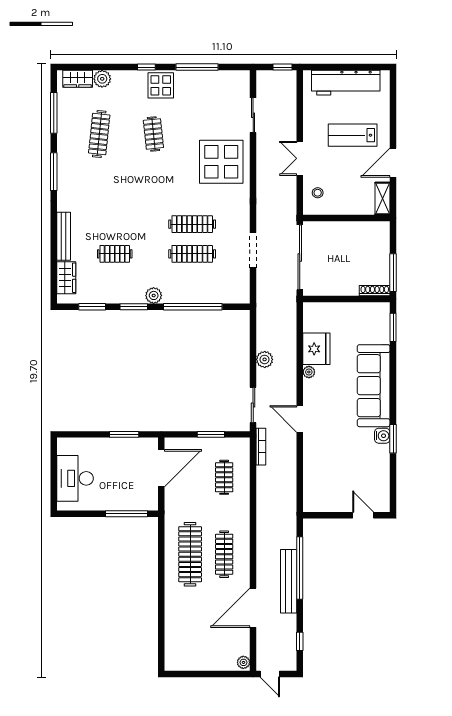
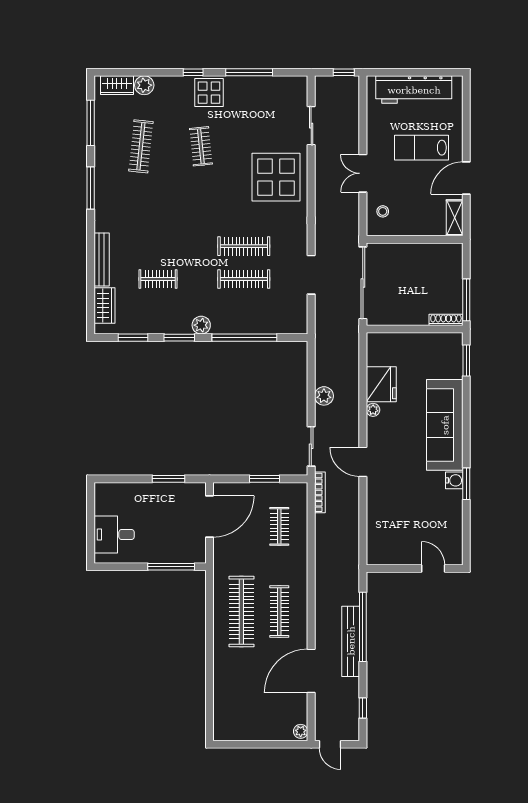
desk: (75, 478) -> (114, 535), width x0.73

